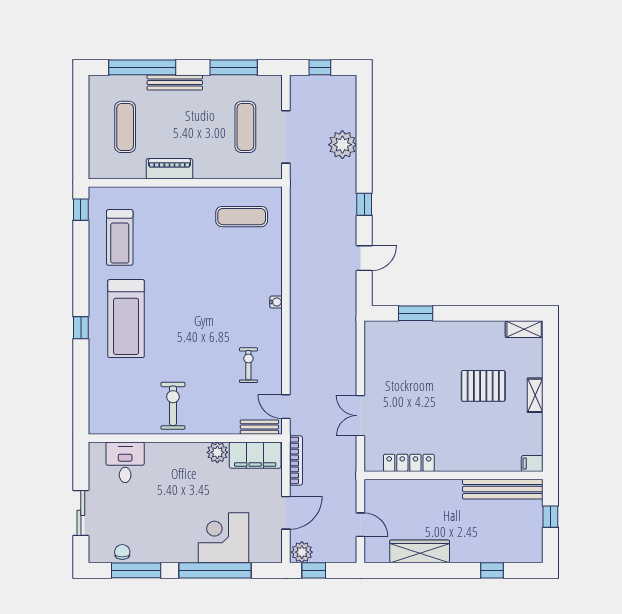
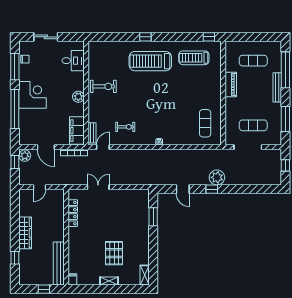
plant: (342, 145) -> (217, 177), moved
plant: (217, 452) -> (78, 97), moved
corner desk: (223, 538) -> (33, 95), moved
wardrobe: (420, 551) -> (25, 233), moved

